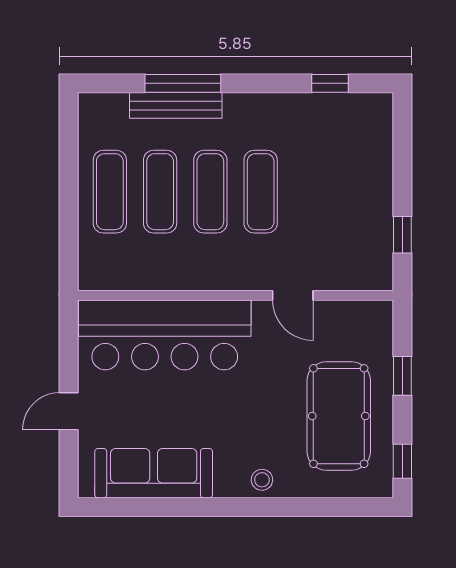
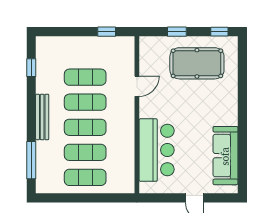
window: (183, 83) -> (31, 160), moved
bench: (176, 105) -> (42, 117), moved
exercise mat: (311, 192) -> (85, 77), added
bar counter: (165, 335) -> (157, 150), width x0.73
stool: (262, 480) -> (229, 102), removed

